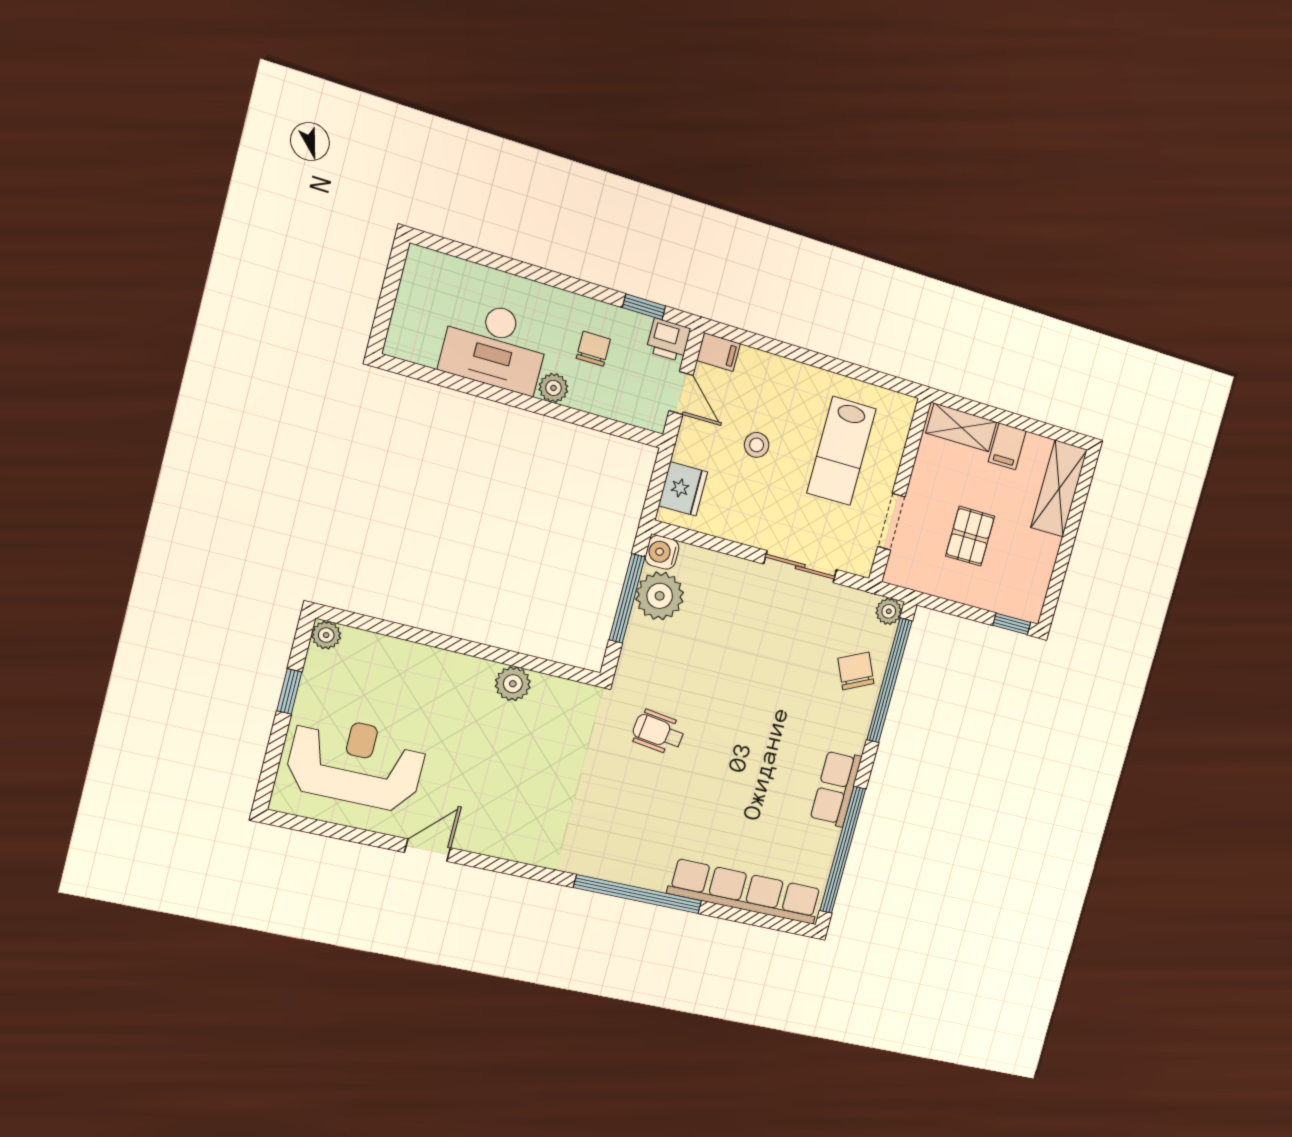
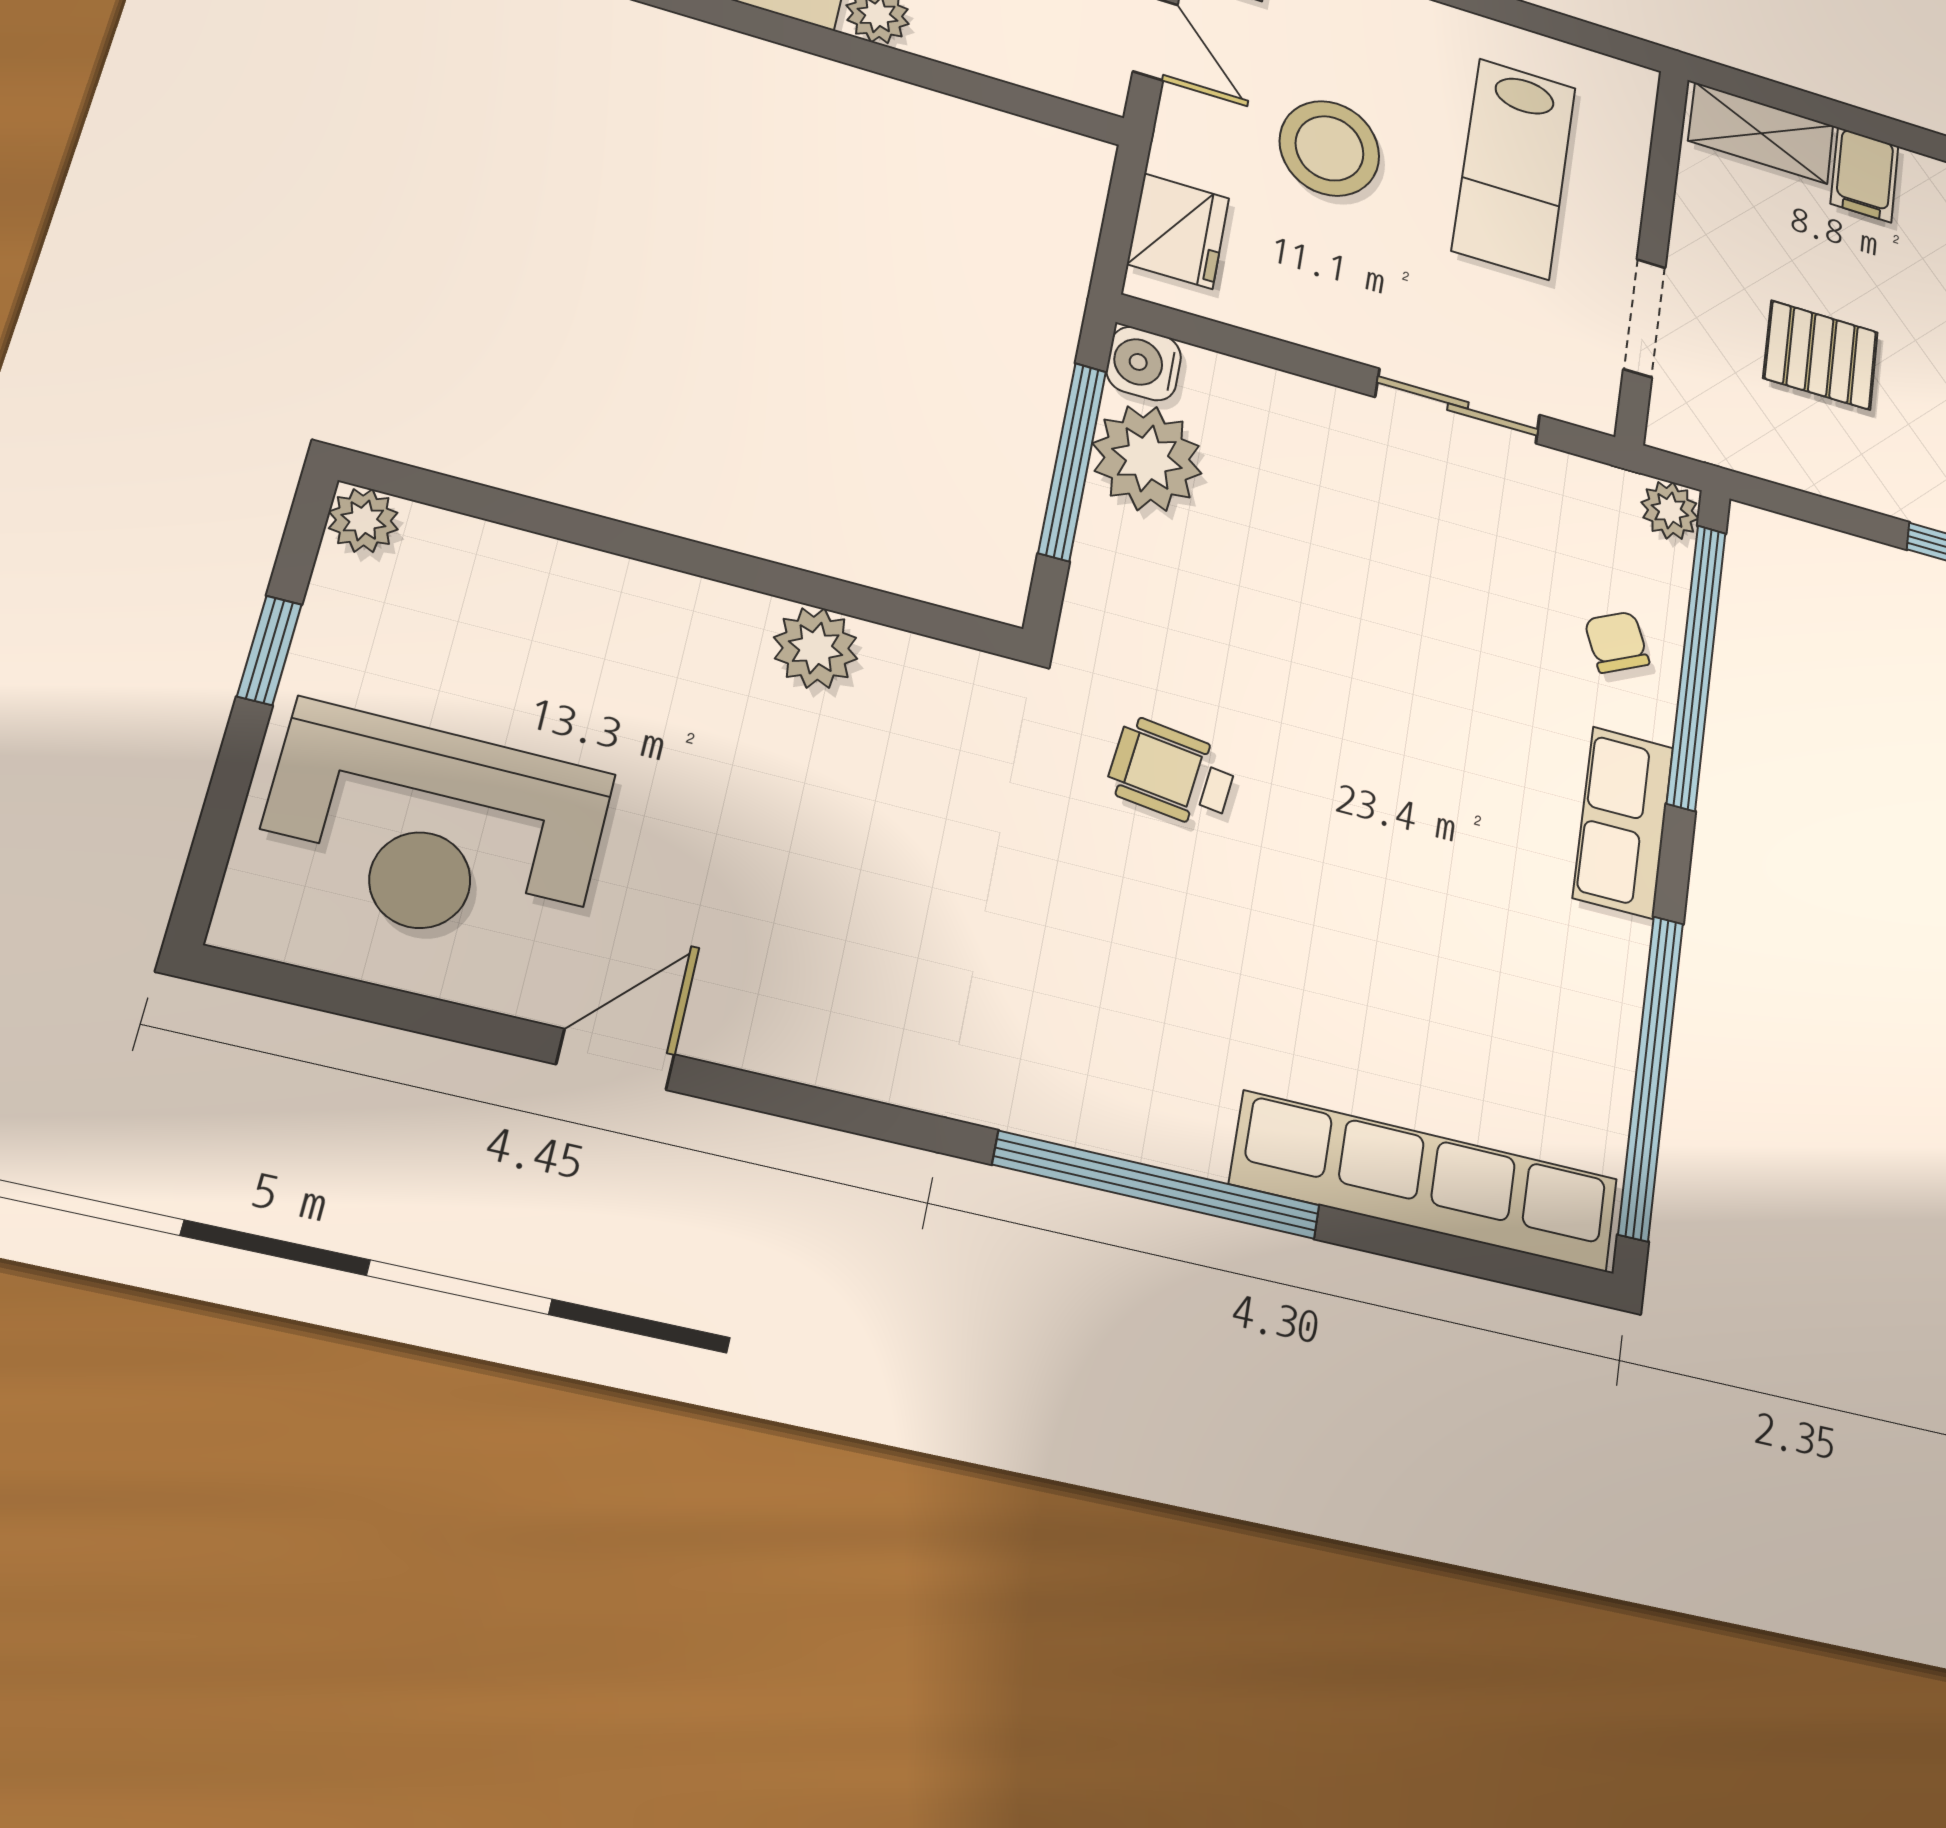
stool: (757, 445) -> (1329, 148), width x1.89, depth x1.89
pallet: (970, 536) -> (1821, 355), turned 90
chair: (856, 671) -> (1617, 642), width x0.73, depth x0.73
reception desk: (356, 763) -> (433, 830), turned 180
row of seats: (836, 788) -> (1623, 822), moved

